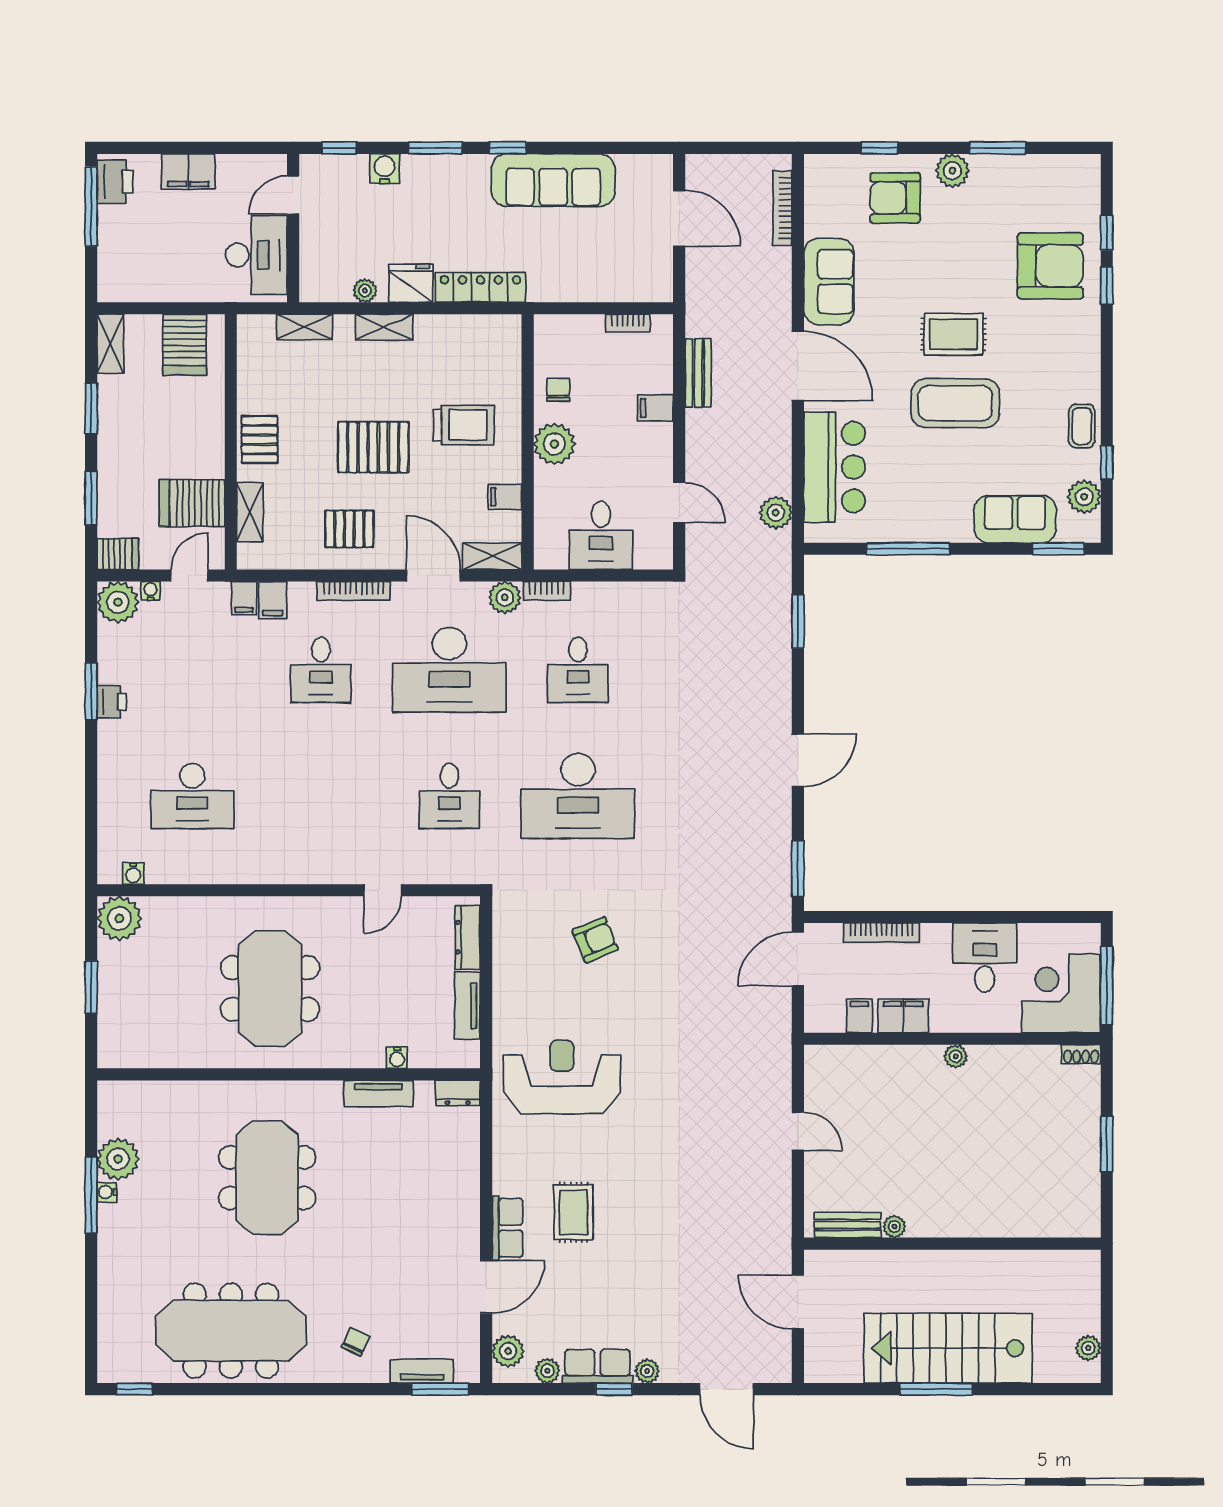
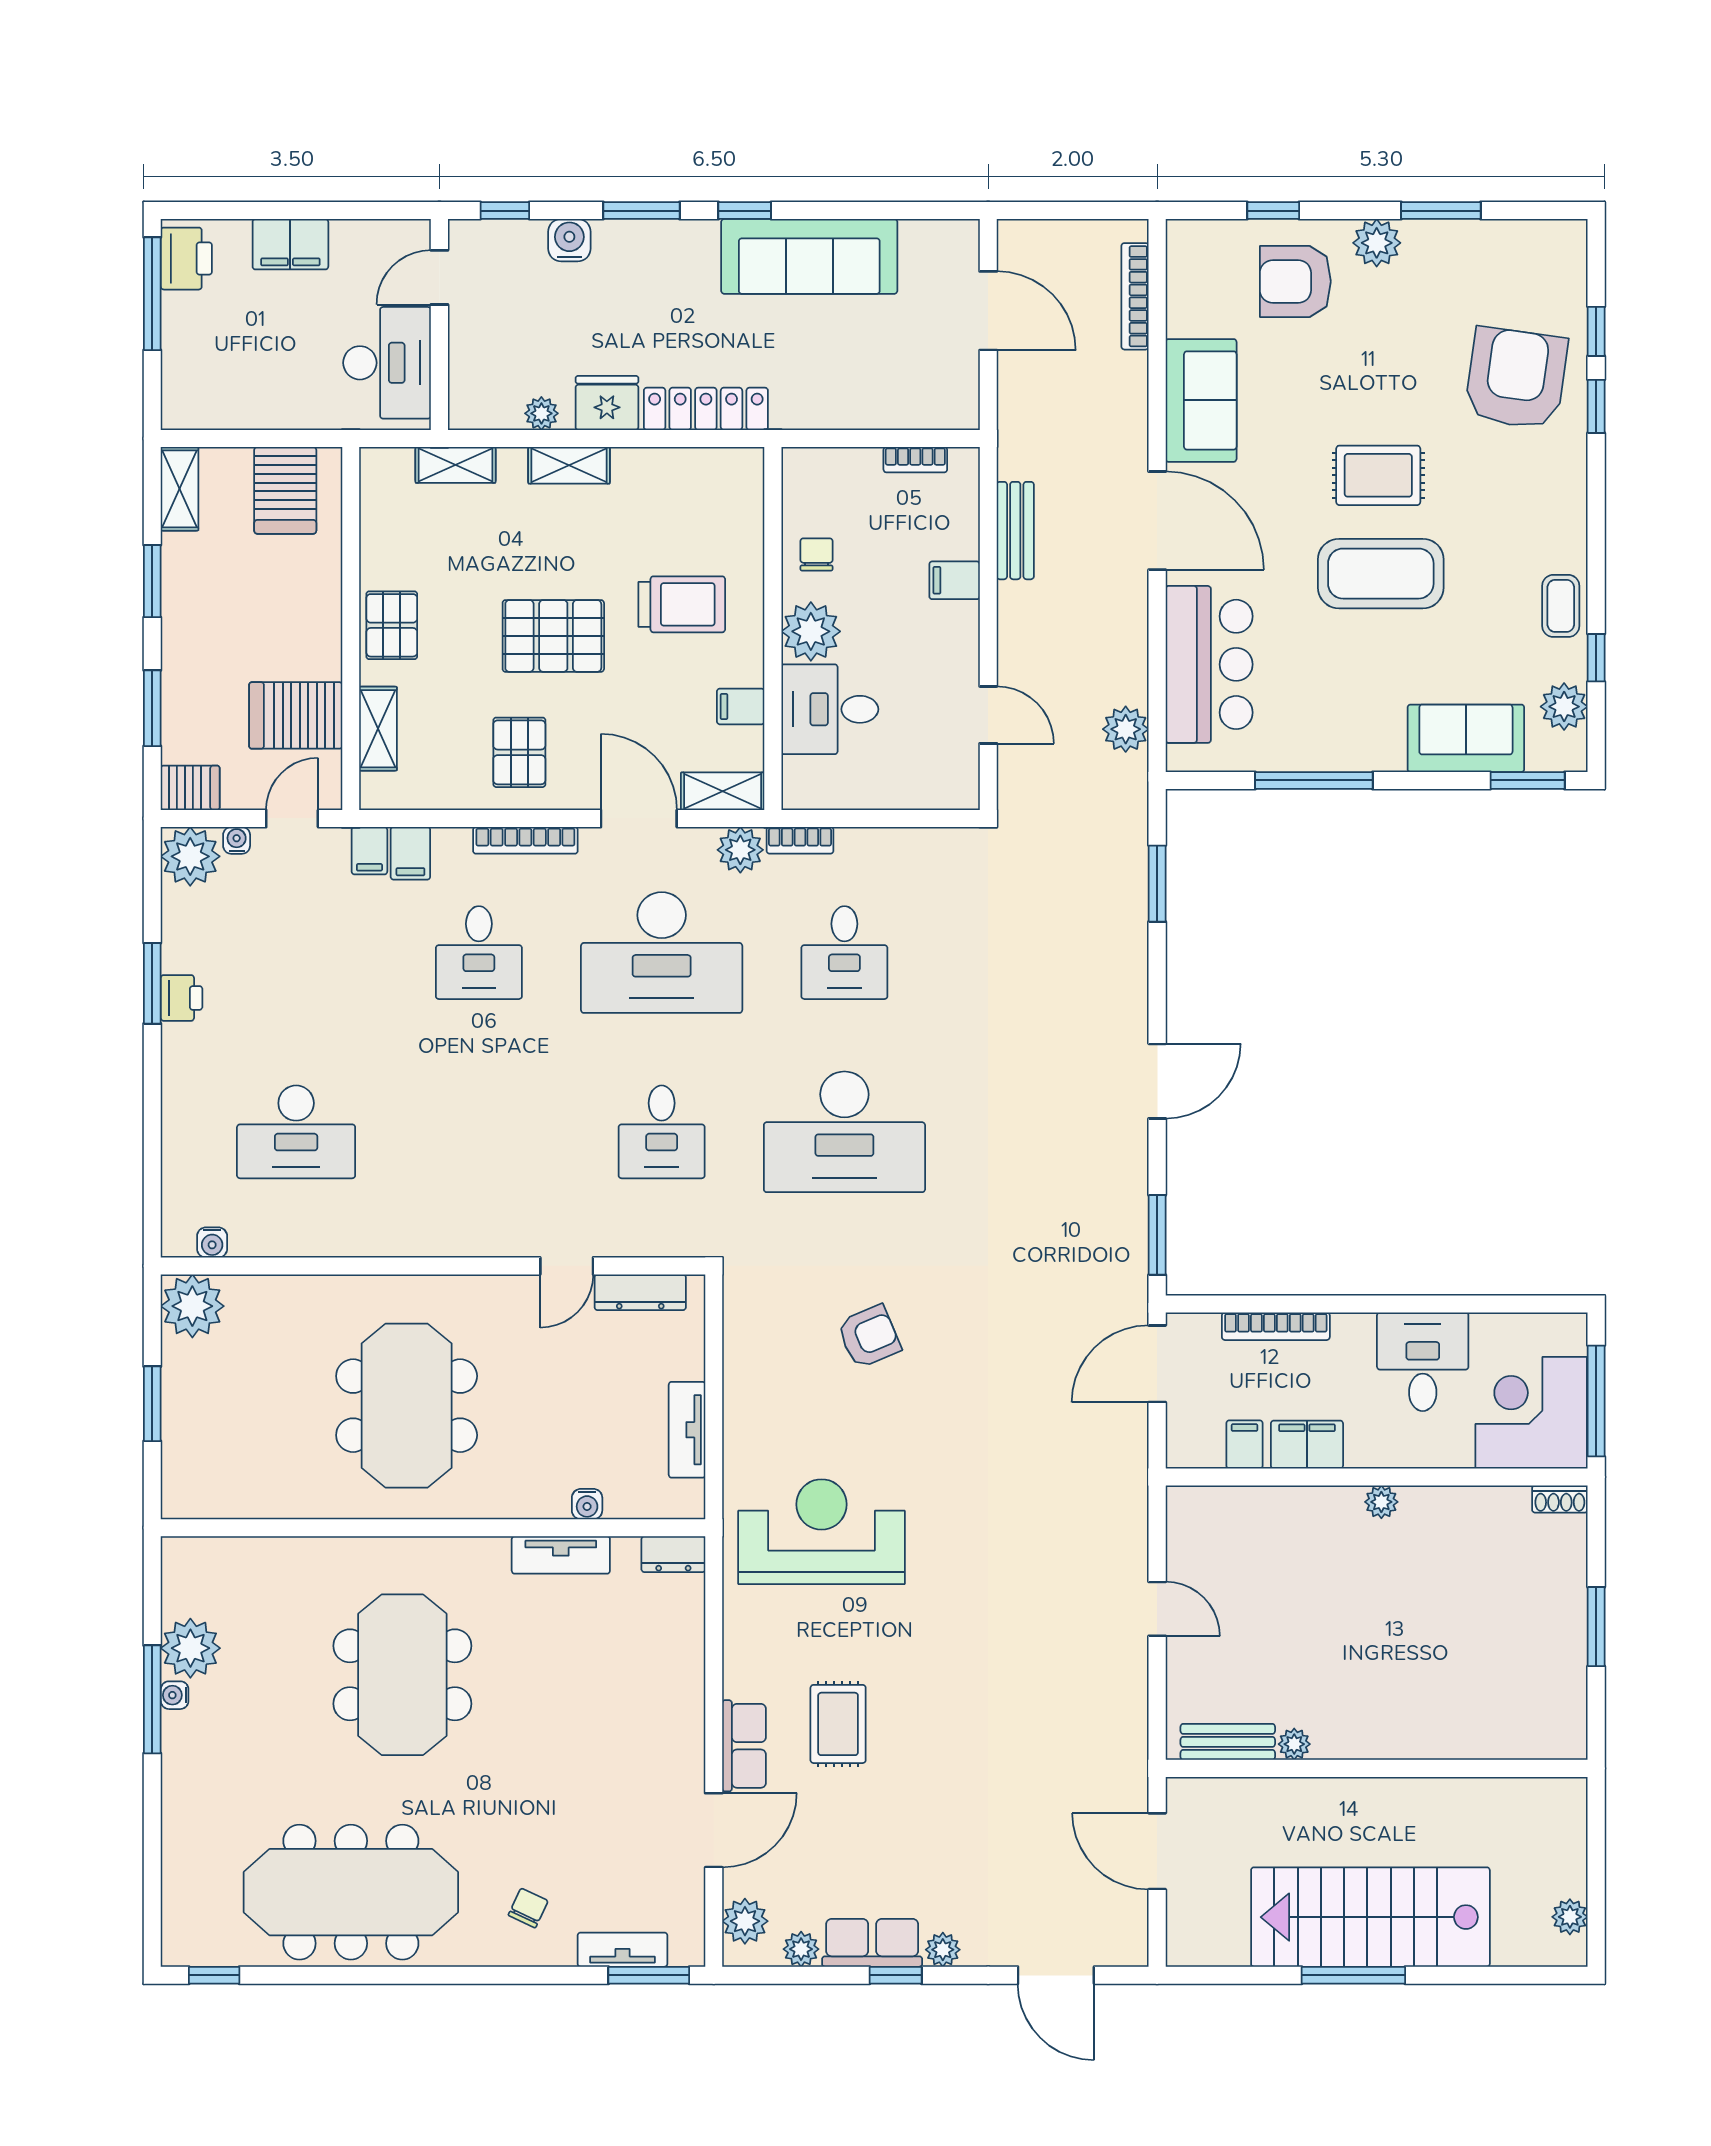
armchair: (1050, 266) -> (1516, 378), turned -82
pallet: (349, 529) -> (519, 752), turned 90
desk: (601, 535) -> (830, 709), moved, turned 90
dresser: (468, 937) -> (640, 1292), moved, turned -90

